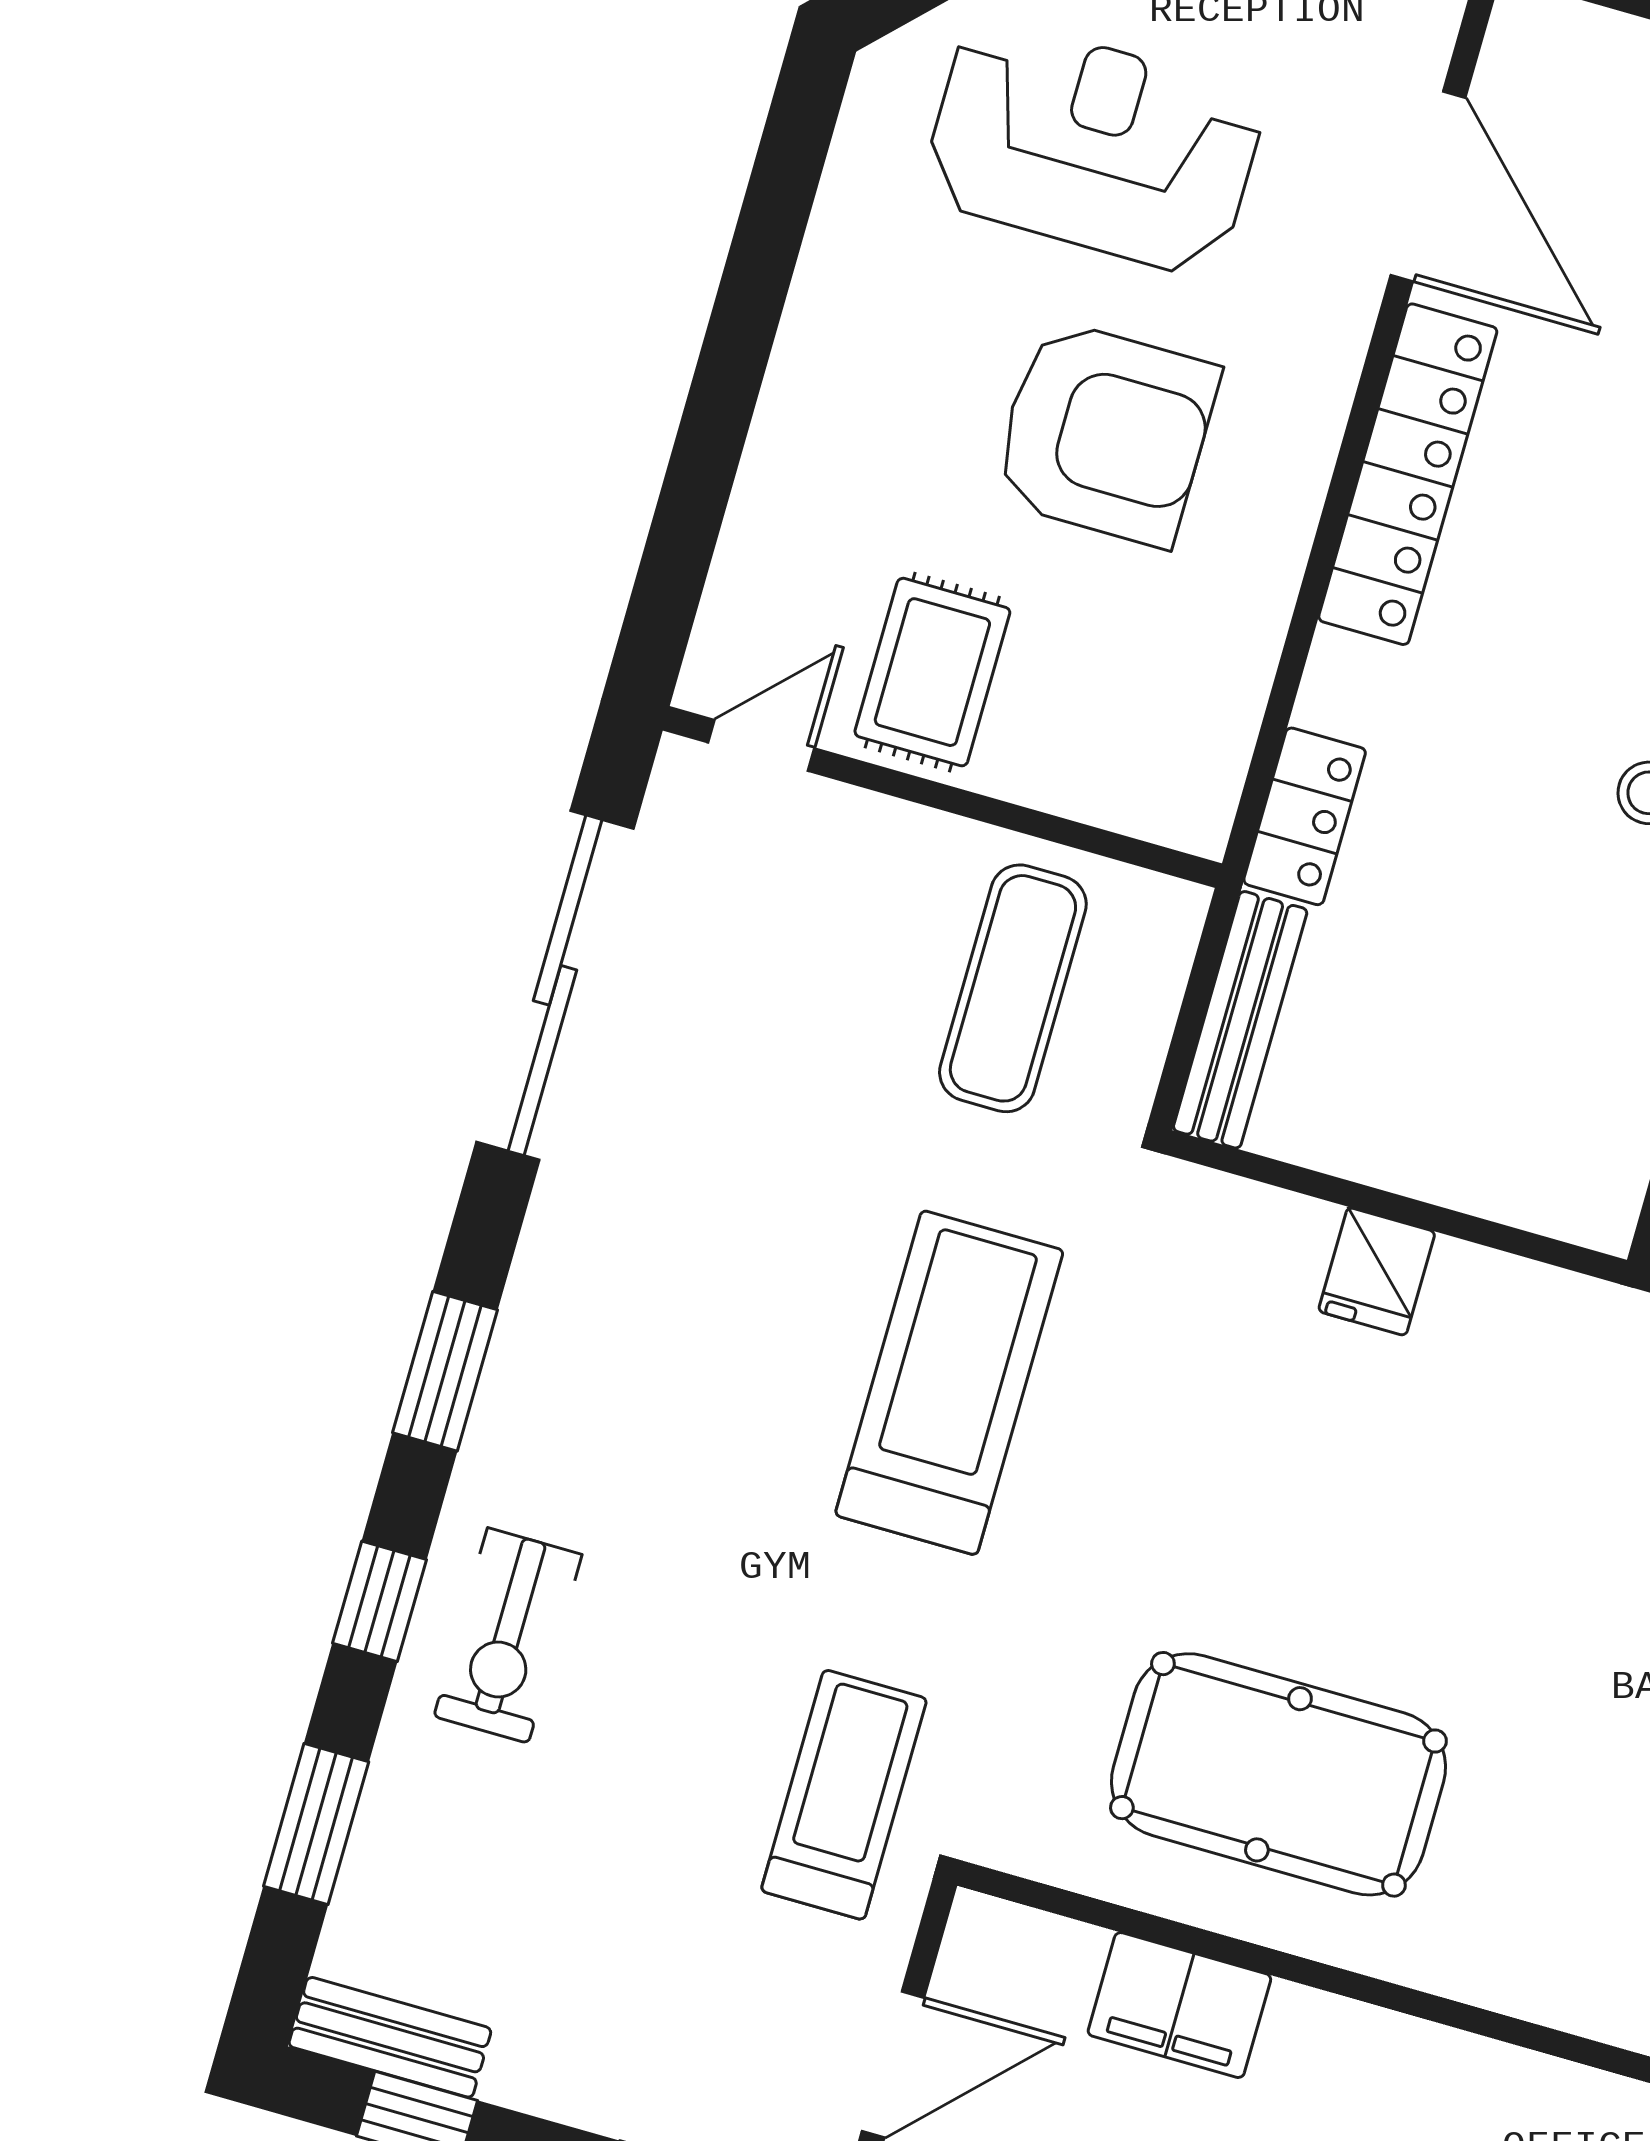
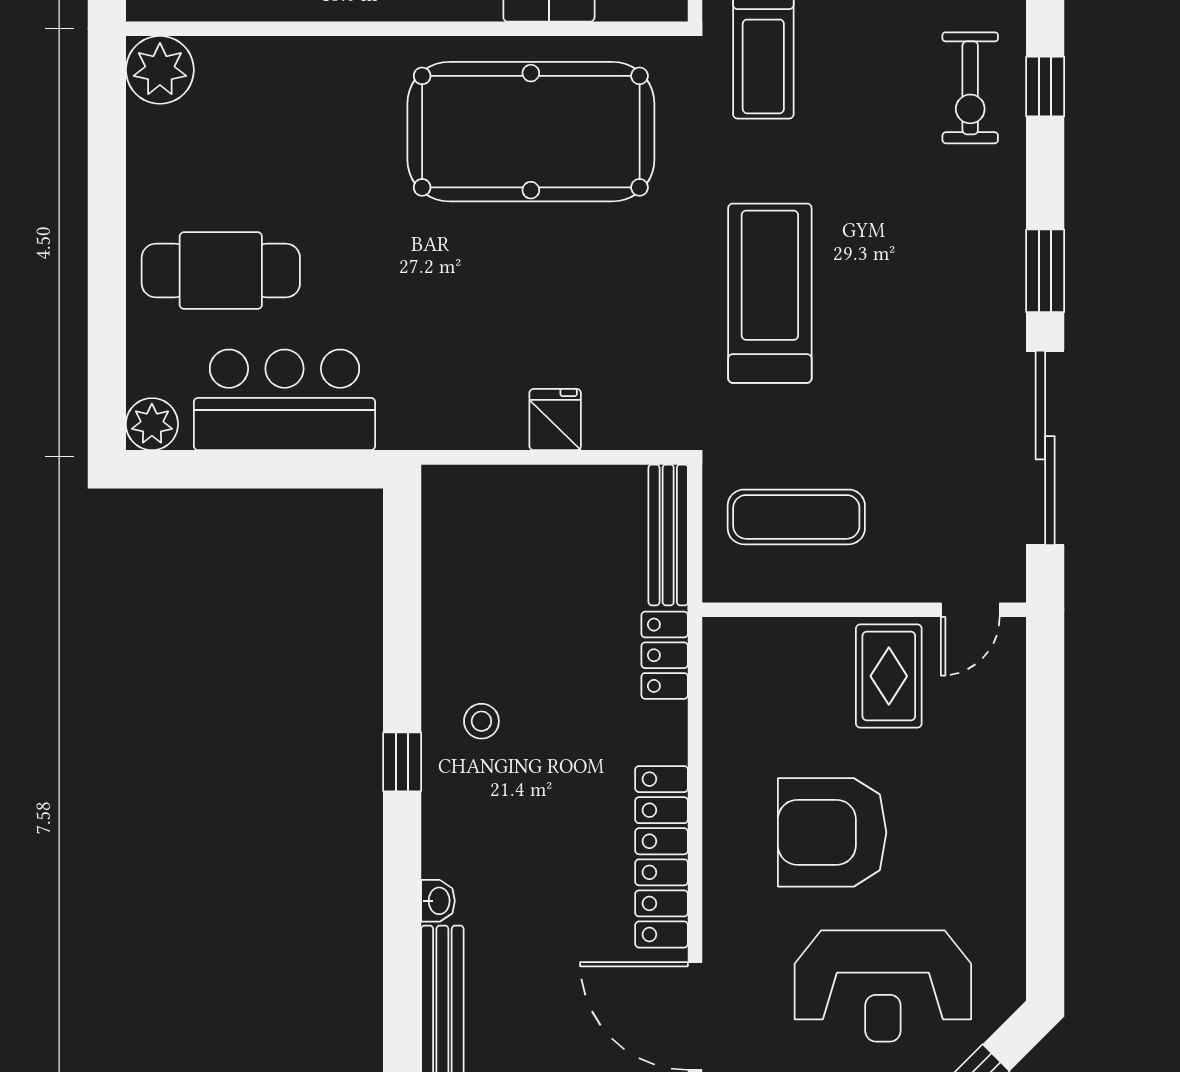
exercise mat: (1013, 988) -> (796, 517), turned 90
window: (445, 1371) -> (1045, 271), moved
treadmill: (949, 1383) -> (770, 293), turned 180
exercise bike: (508, 1635) -> (970, 88), turned 180
pool table: (1278, 1774) -> (531, 132), width x1.36, depth x1.32

